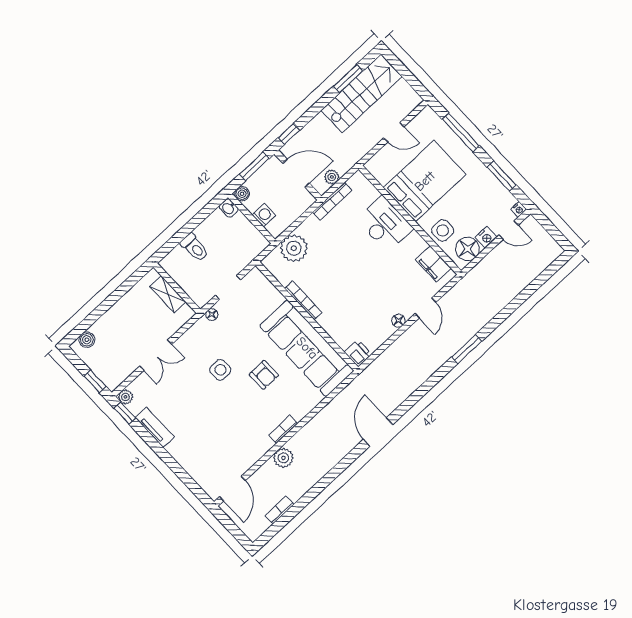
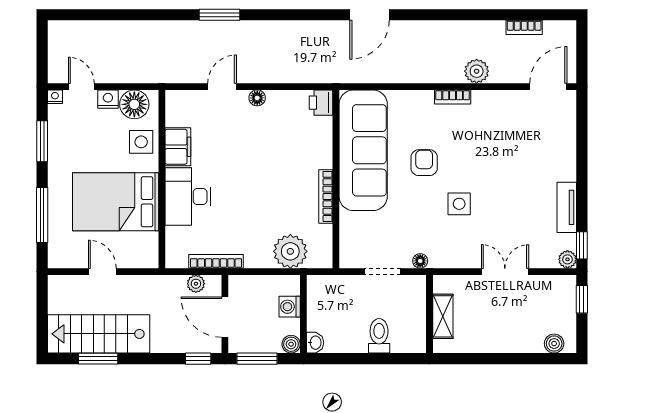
filing cabinet: (433, 264) -> (178, 147), moved

